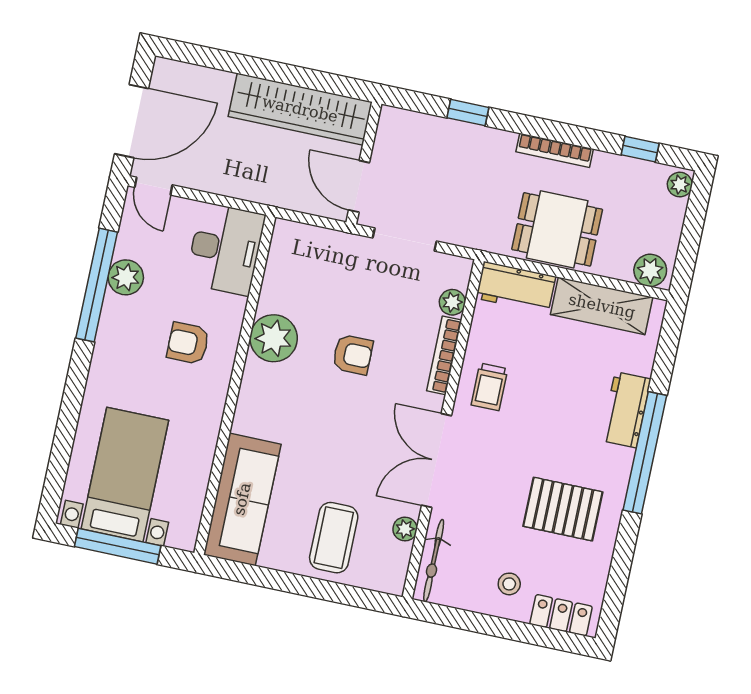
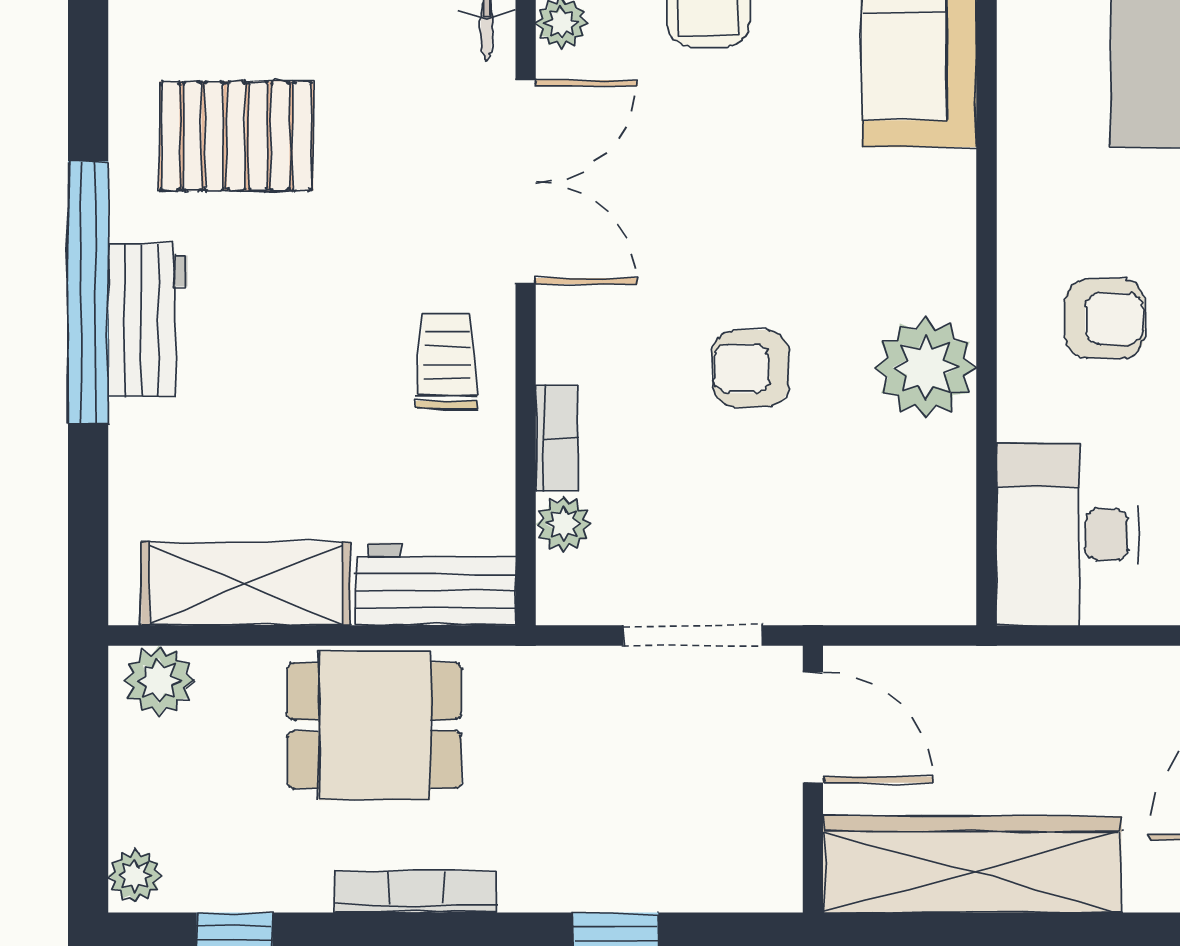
bookcase: (444, 355) -> (557, 438), width x0.64
workbench: (626, 410) -> (148, 320), moved

